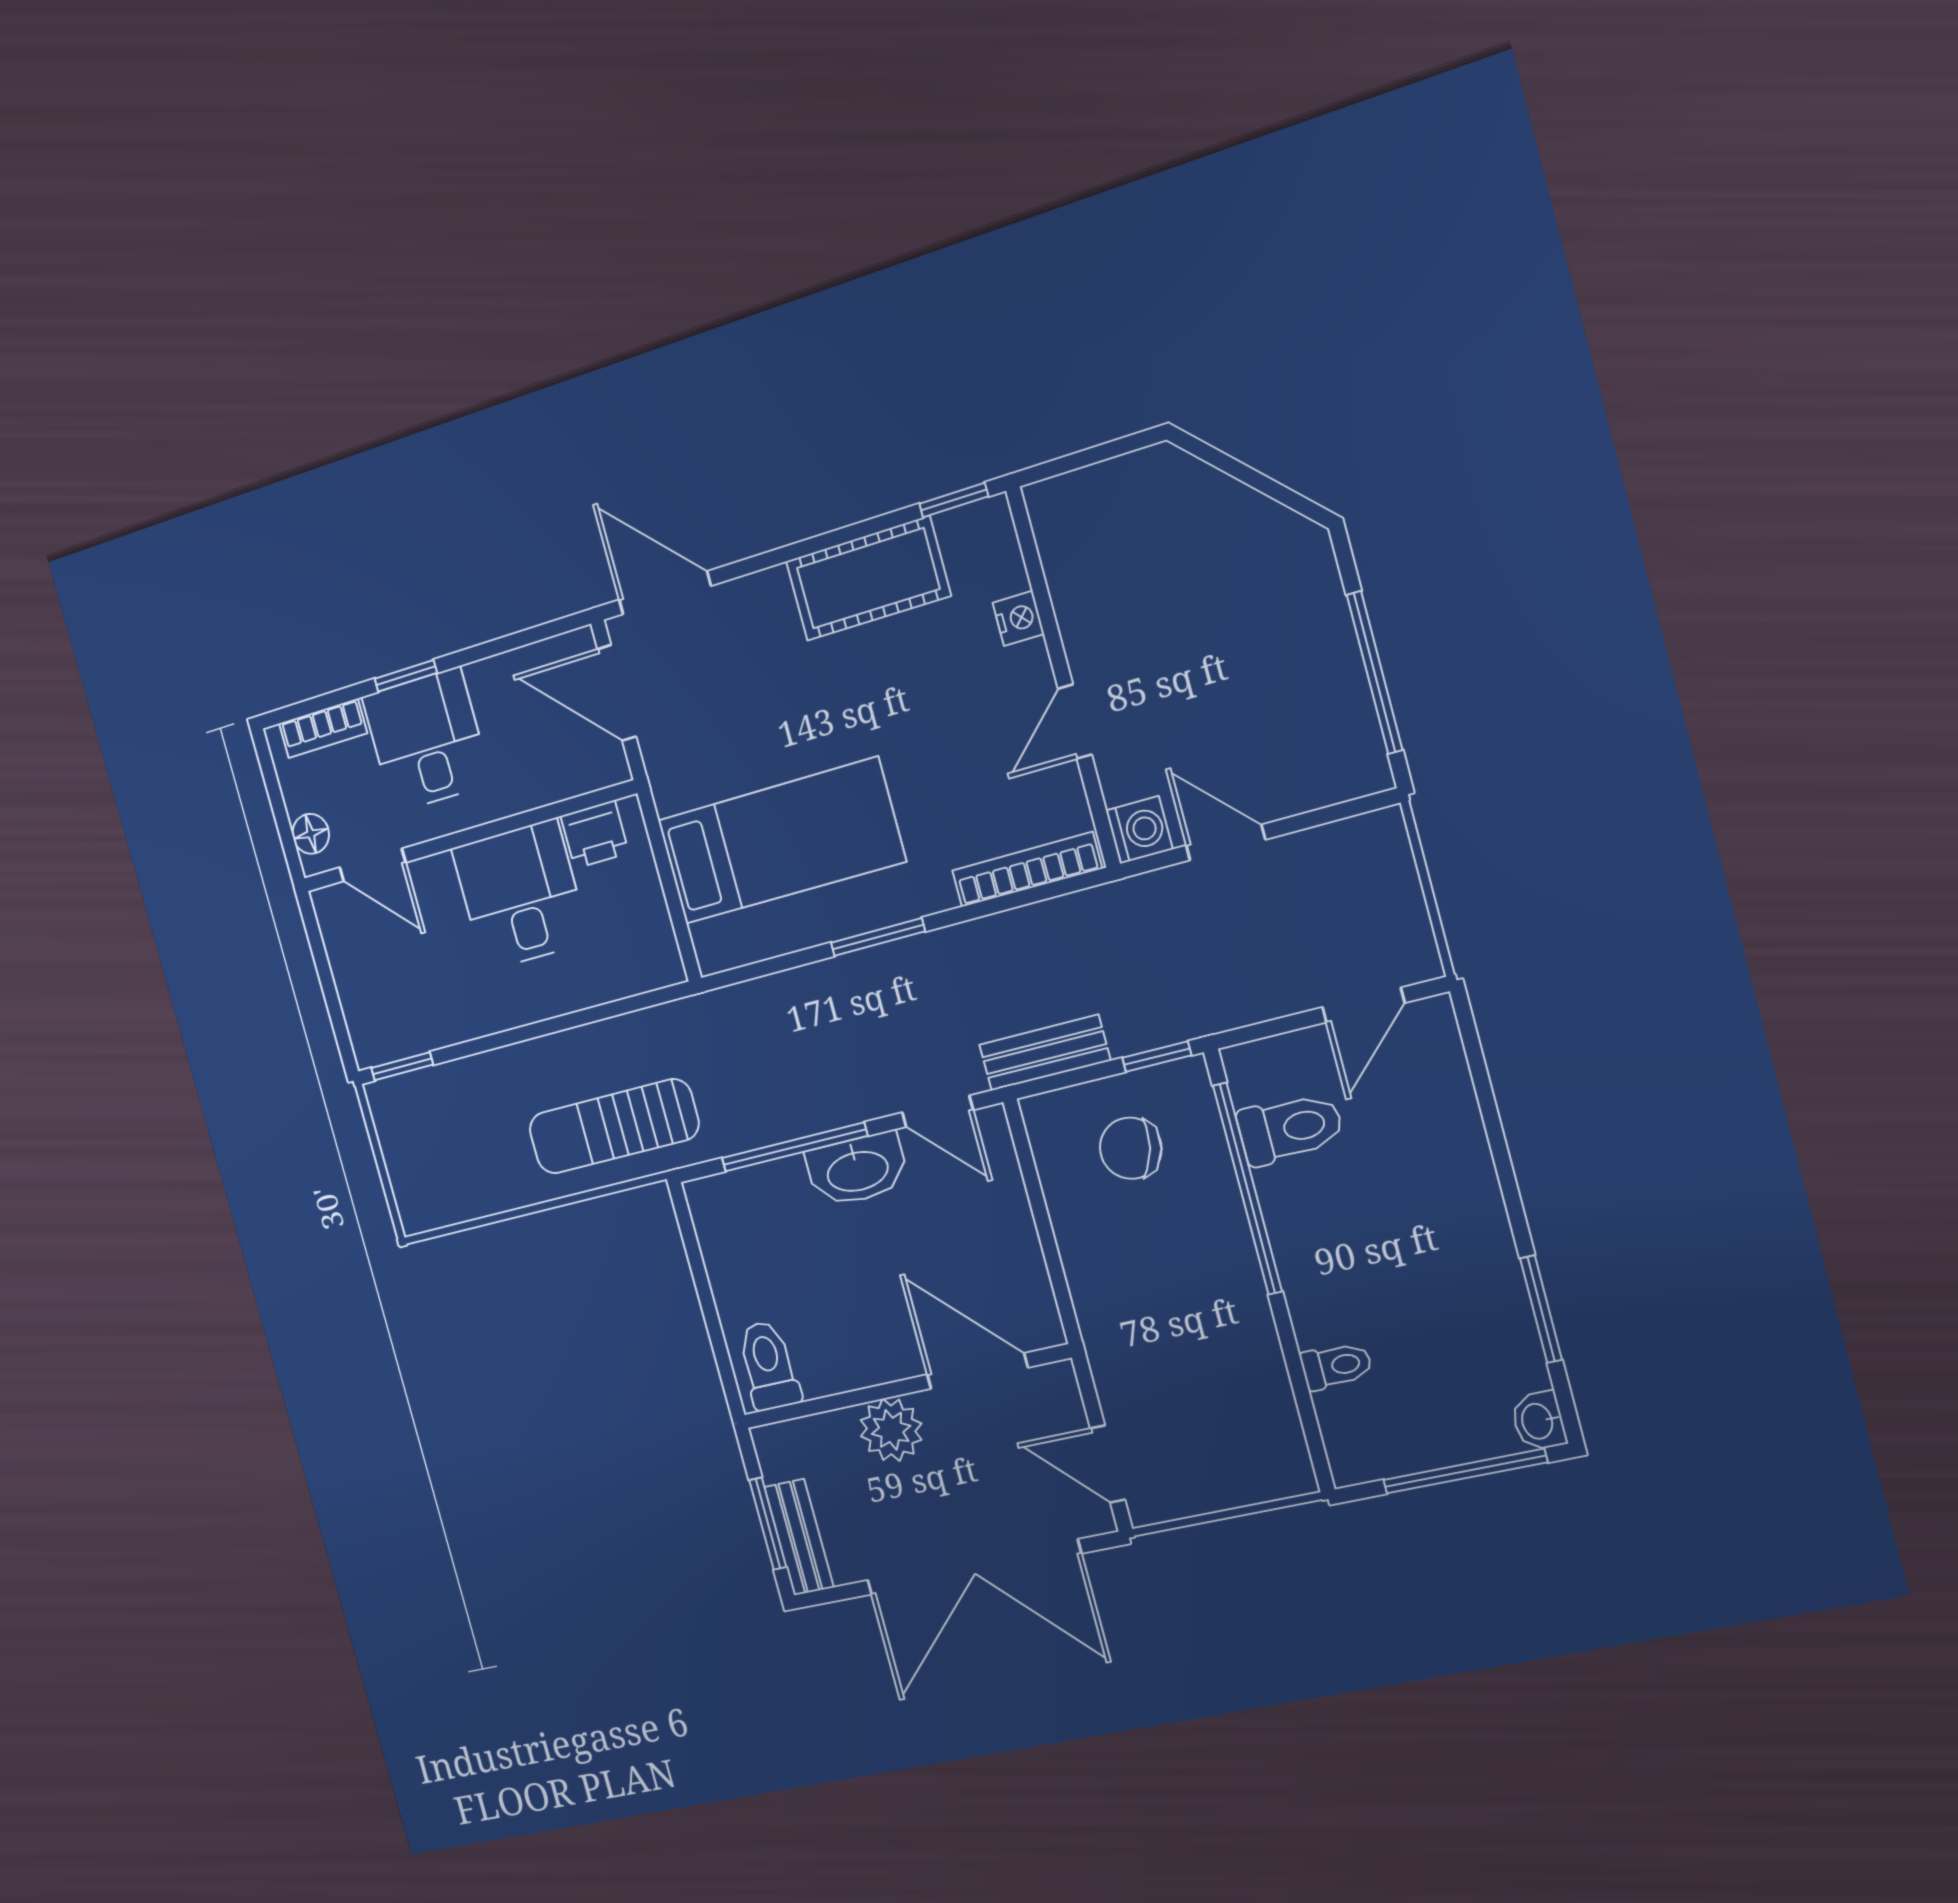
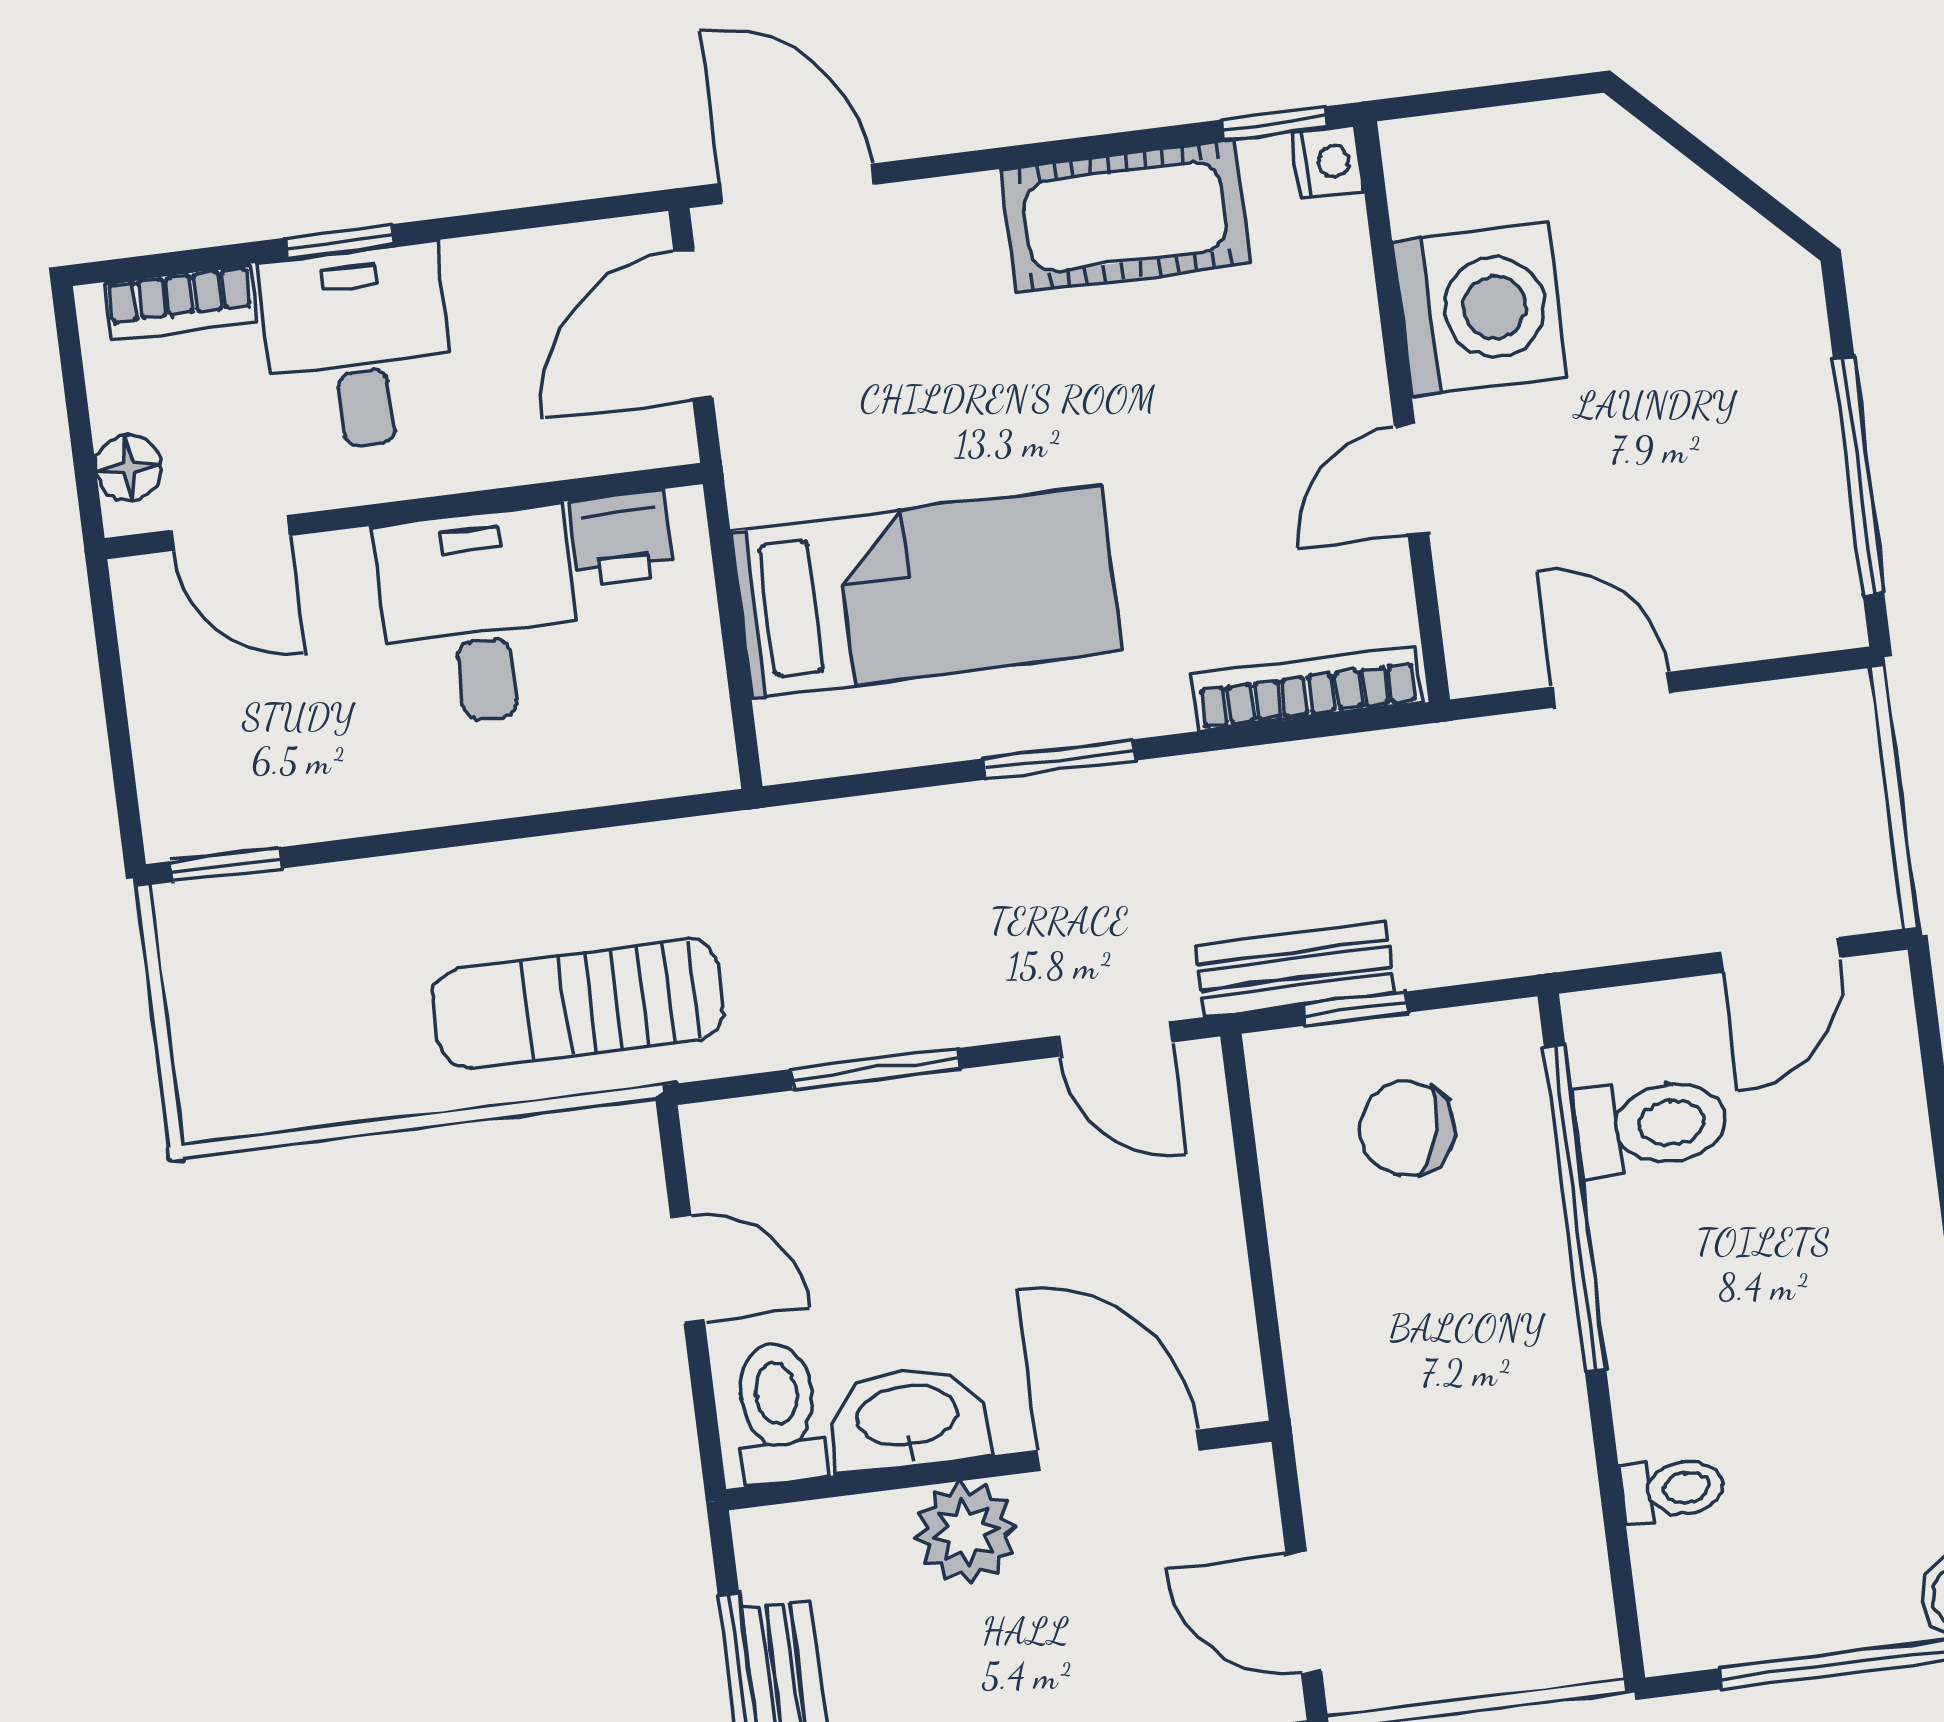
nightstand: (1018, 618) -> (1328, 162), moved
door: (617, 693) -> (693, 324), hinge flipped
washing machine: (1139, 830) -> (1479, 309), moved, width x1.89, depth x1.89
window: (1157, 1057) -> (1355, 1009), moved
window: (794, 1147) -> (875, 1069), width x0.69
washbasin: (857, 1170) -> (908, 1418), moved, turned 180
door: (702, 1283) -> (688, 1270), added

